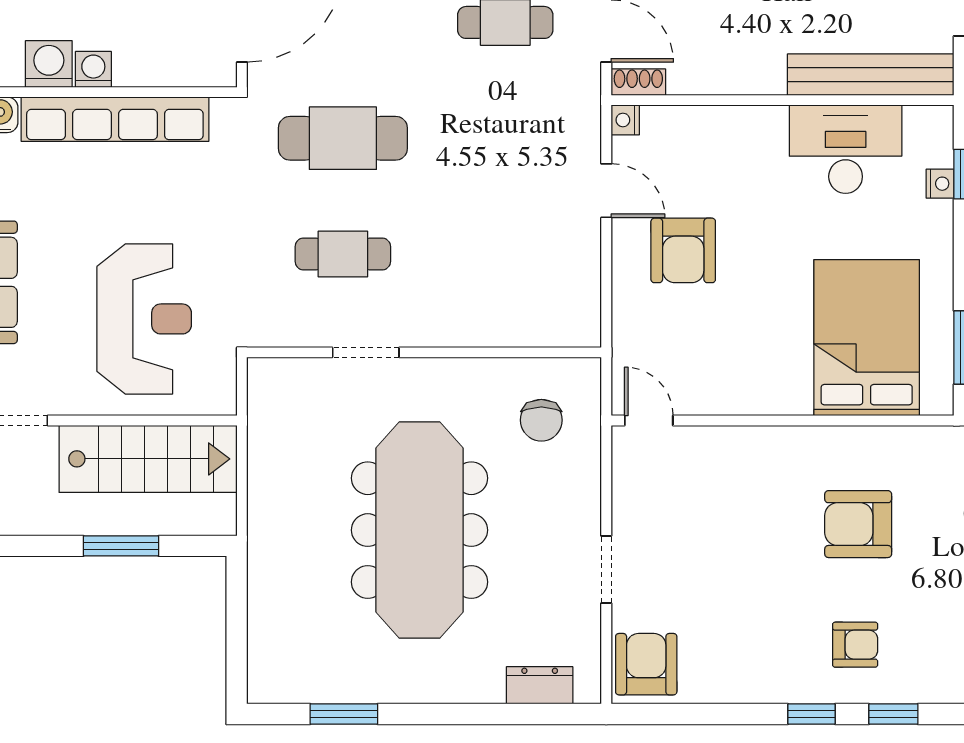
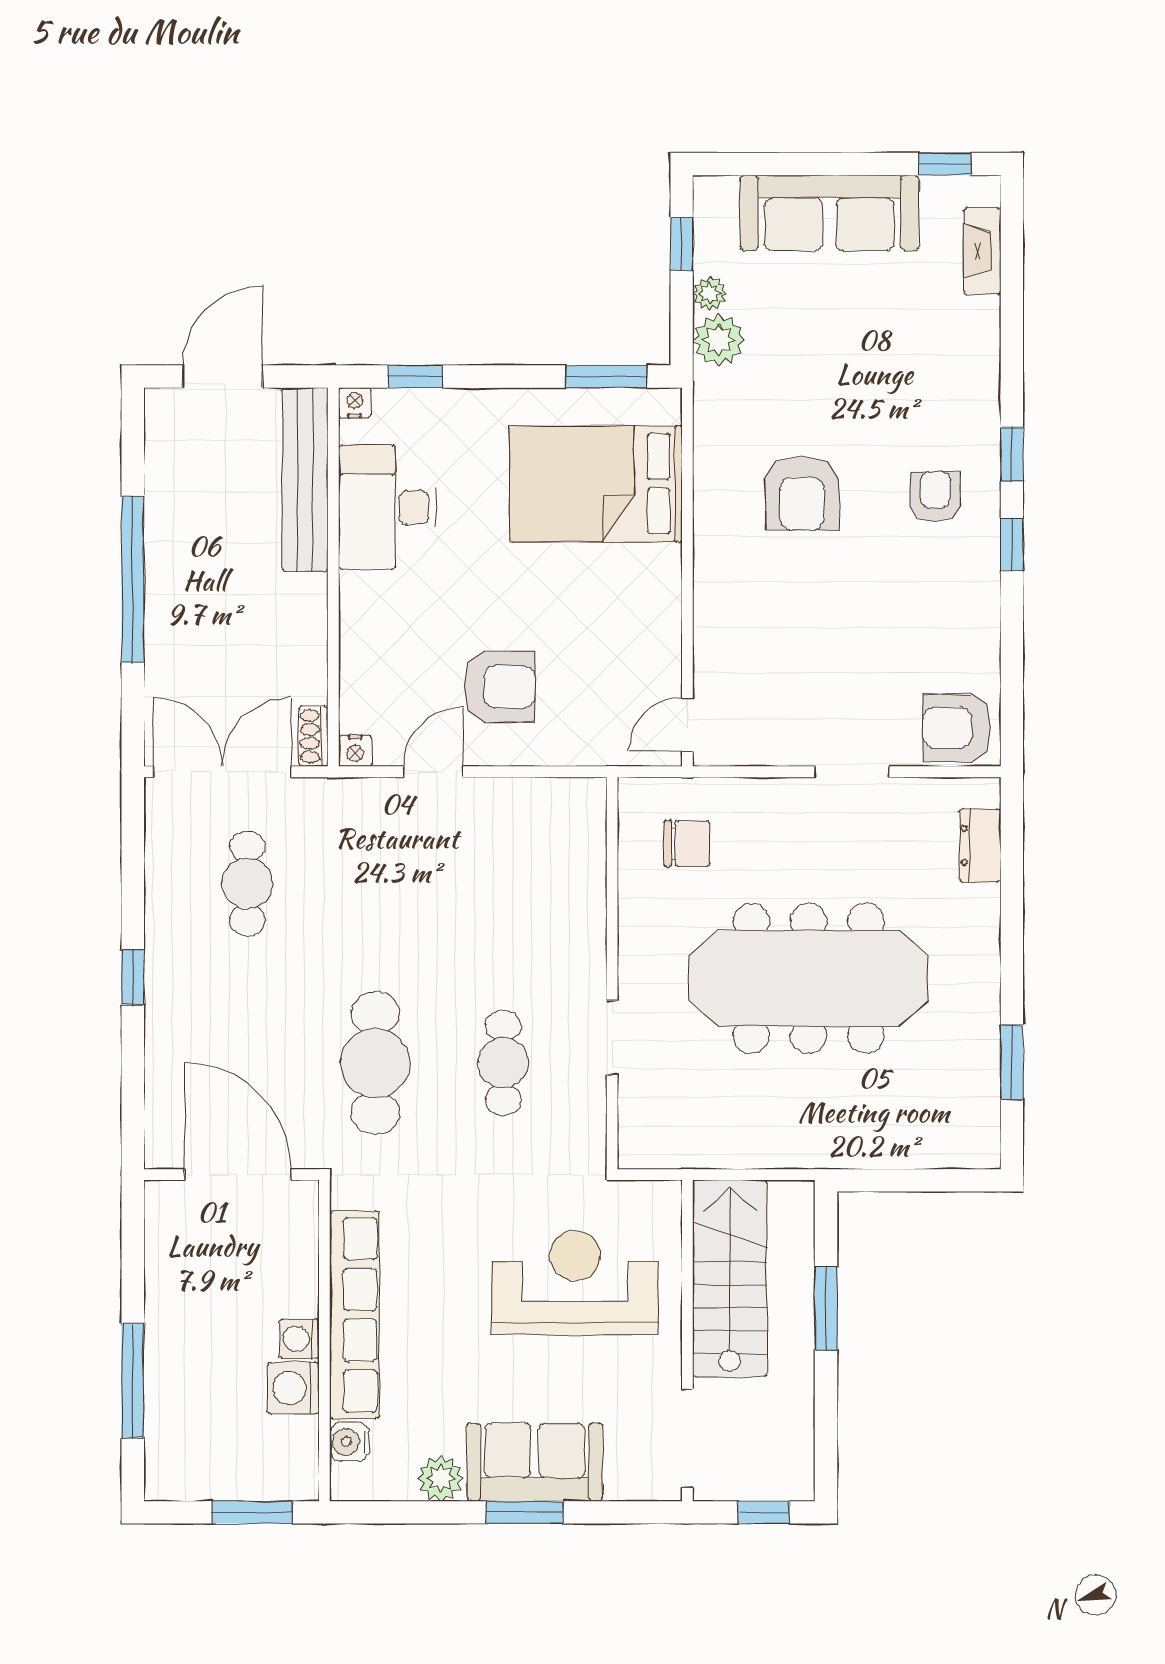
nightstand: (940, 184) -> (355, 403), moved

